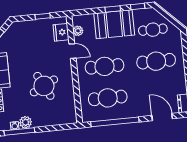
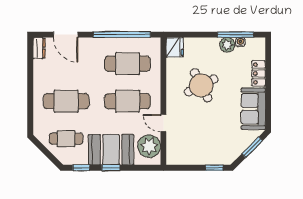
window: (43, 16) -> (214, 168), moved
plant: (78, 31) -> (149, 146), width x1.87, depth x1.87
fridge: (61, 32) -> (175, 47), moved

